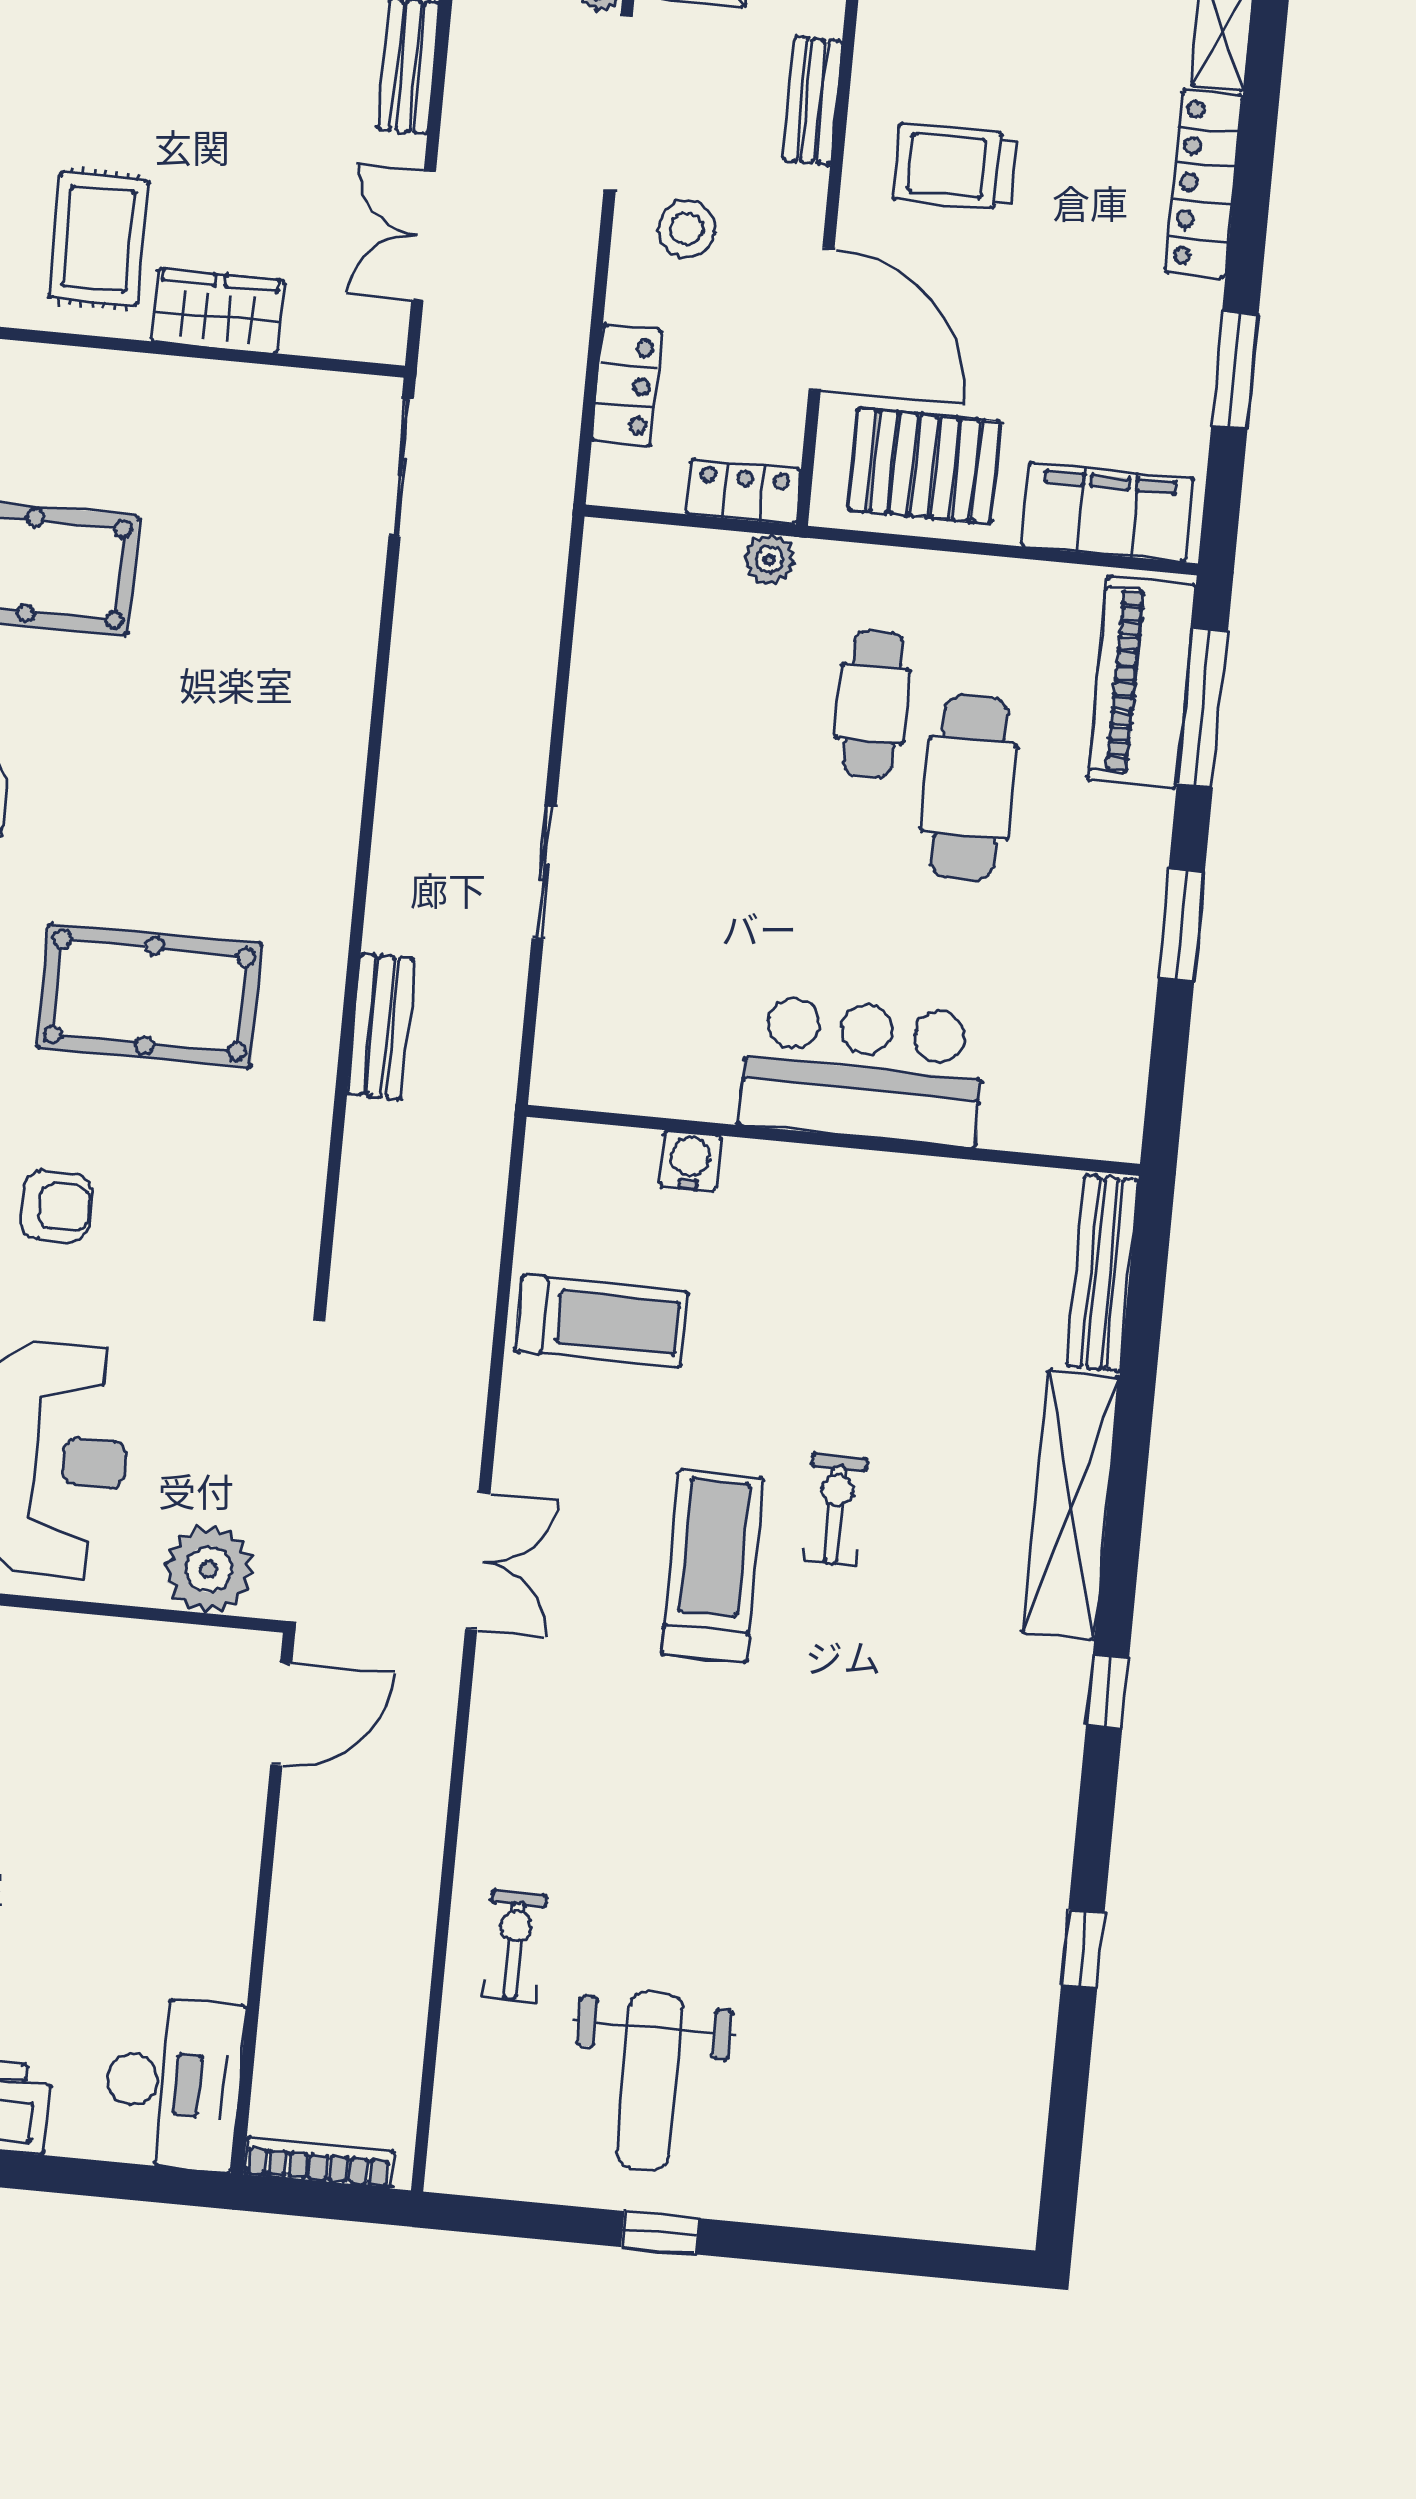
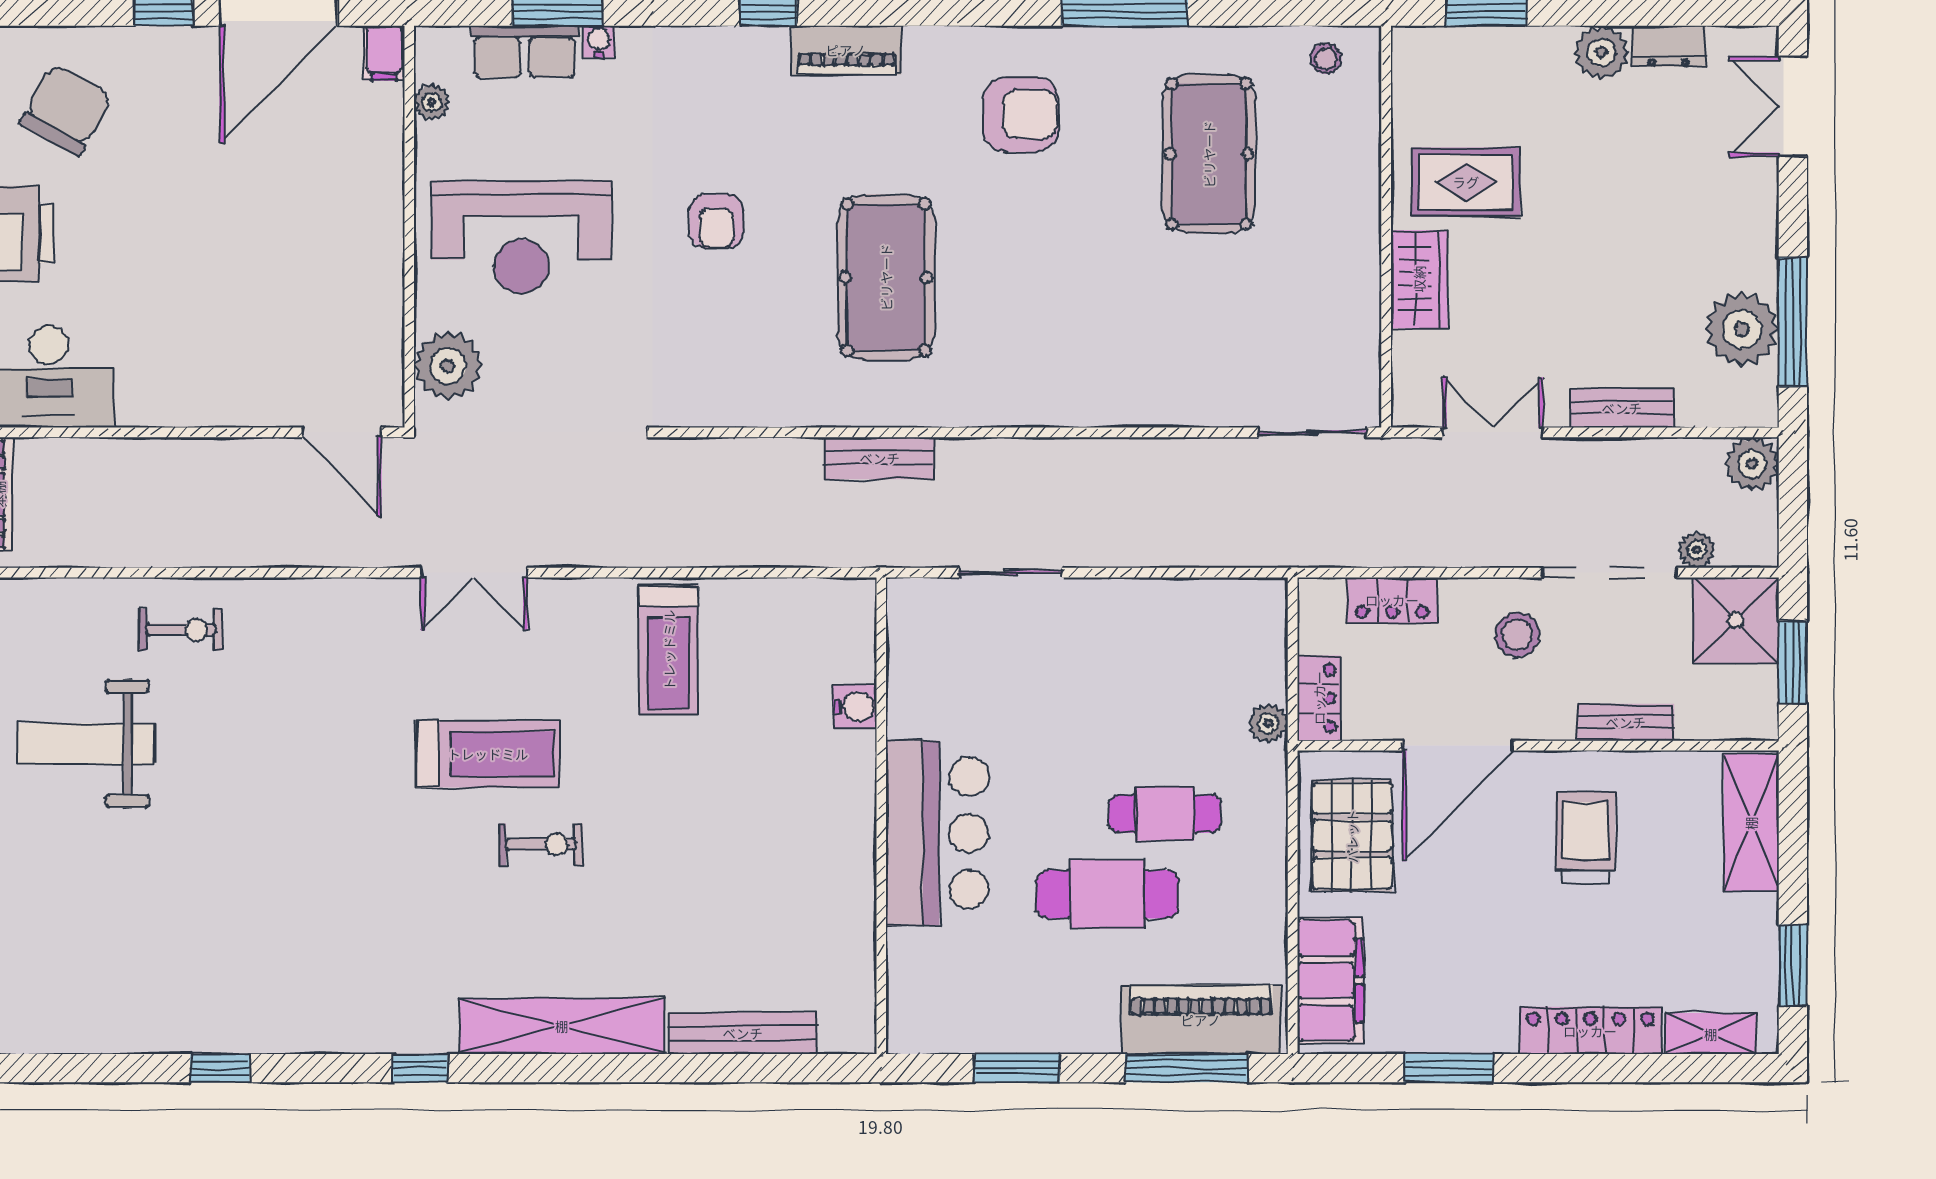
bar counter: (863, 1071) -> (937, 833), moved
wall: (833, 1140) -> (881, 816), moved
water cooler: (690, 1161) -> (855, 707), moved

